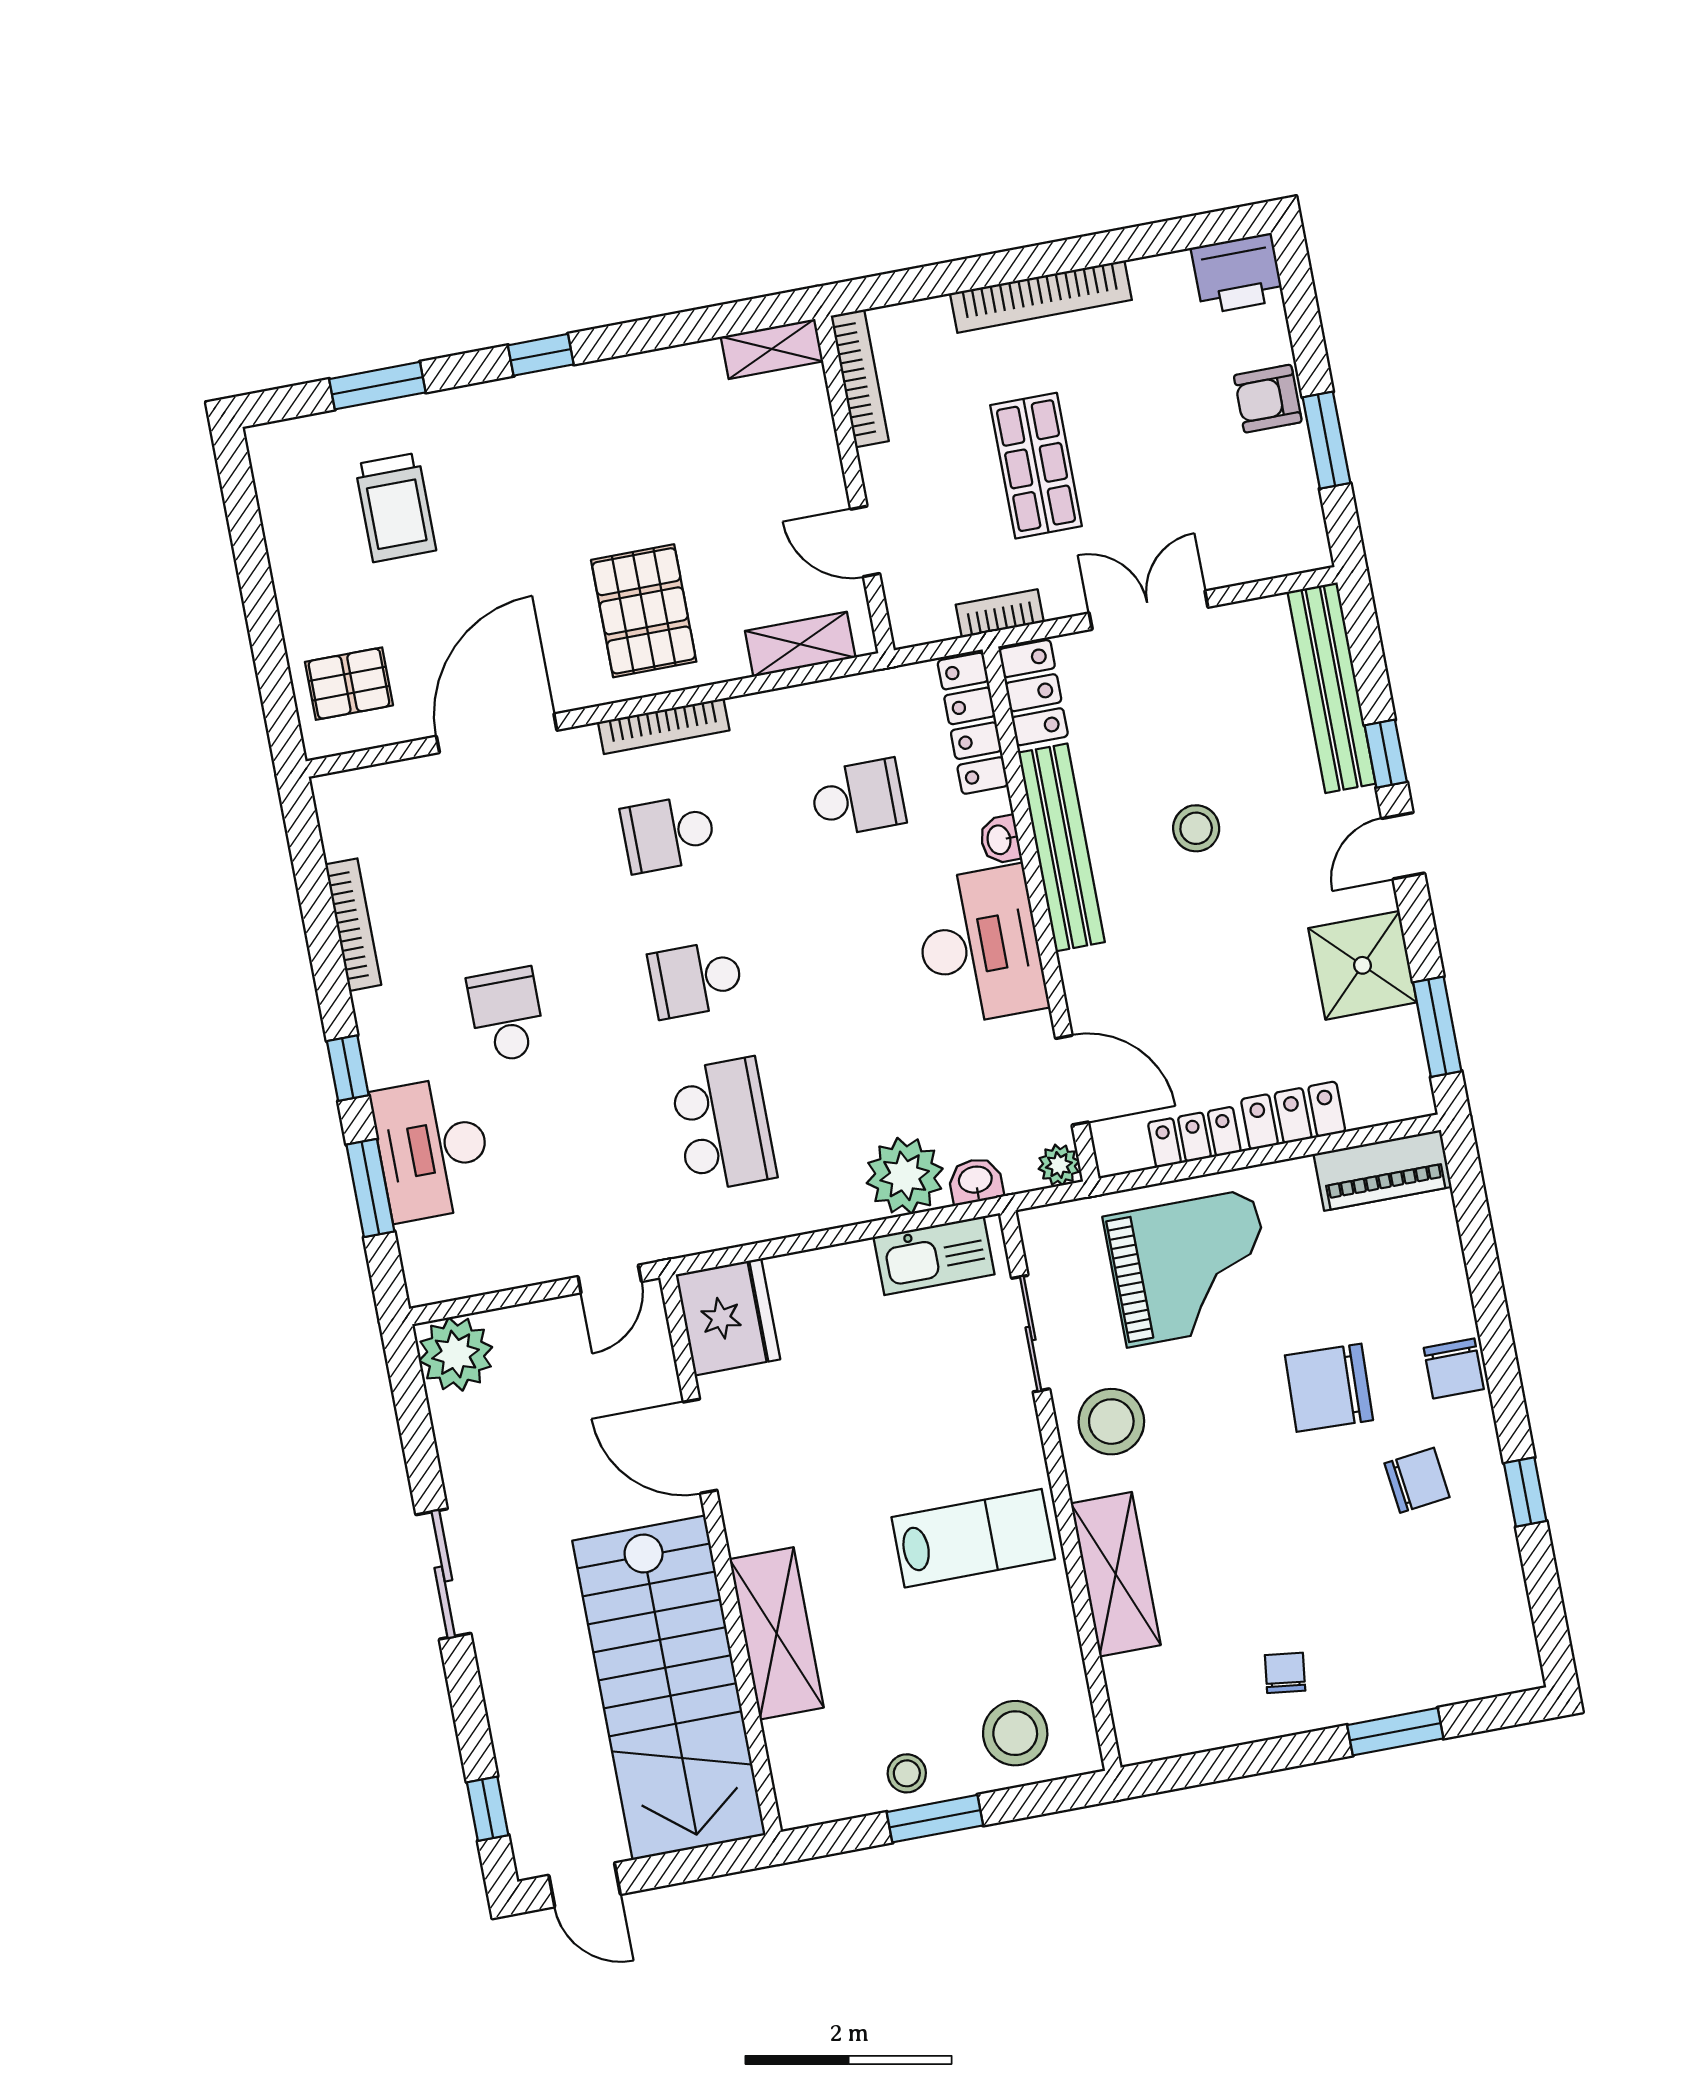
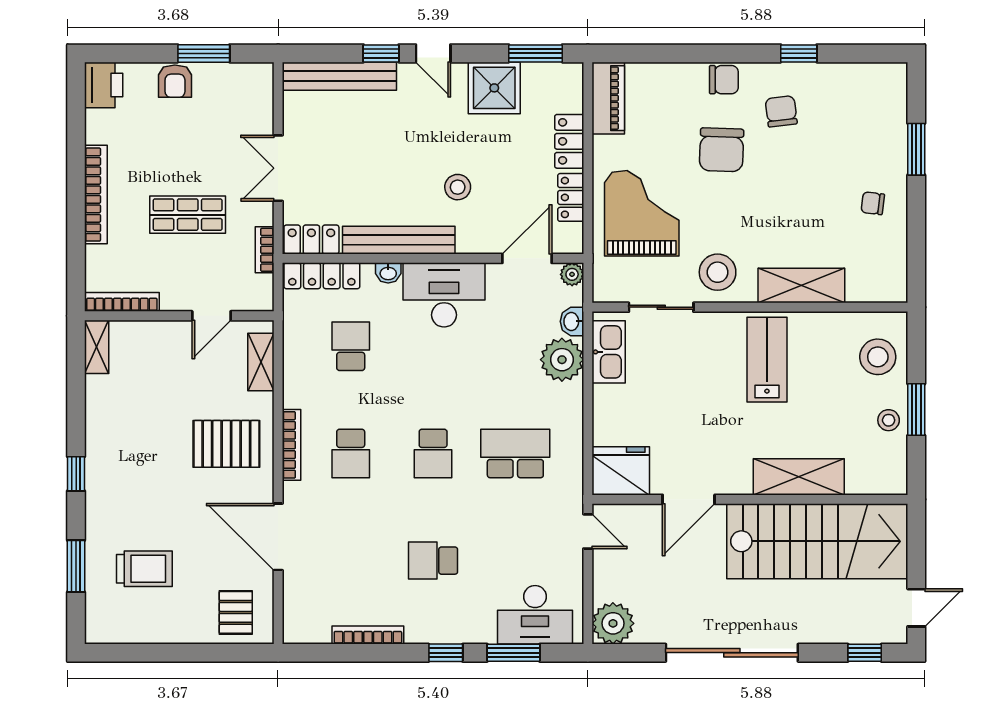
stool: (1196, 828) -> (458, 187), moved
desk: (432, 1148) -> (535, 615), moved
sliding door: (443, 1574) -> (732, 653), width x1.86

